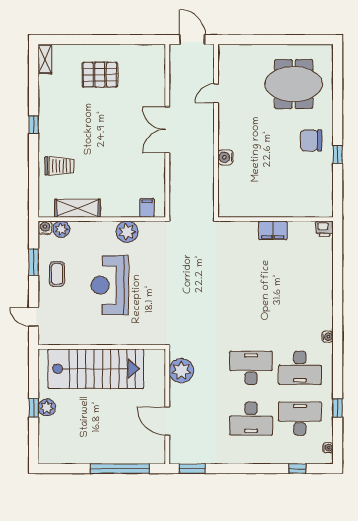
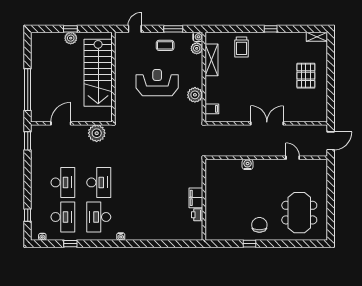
printer: (325, 229) -> (197, 215), moved
desk: (251, 419) -> (63, 182), turned 180

